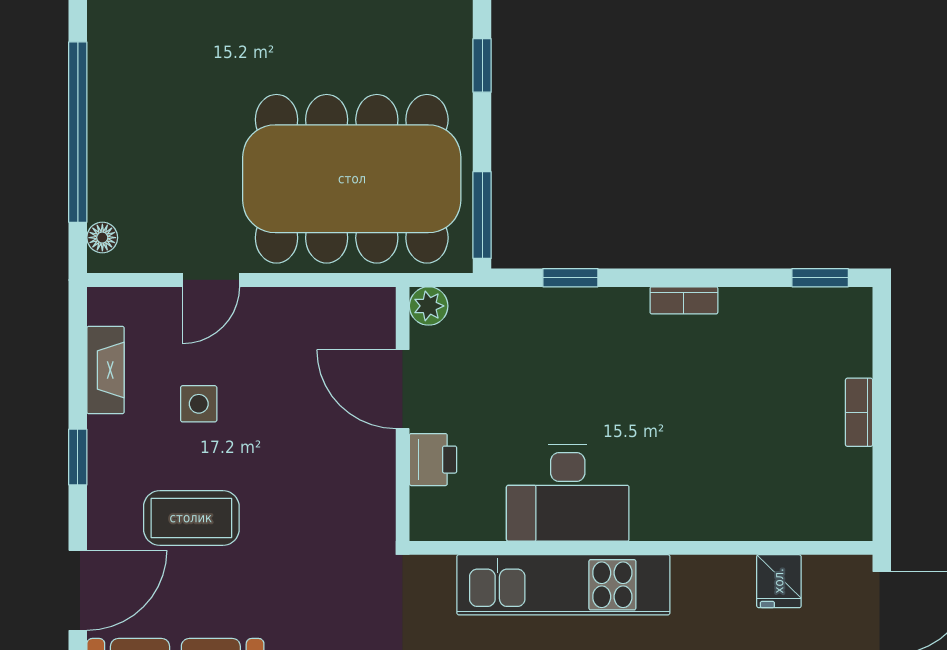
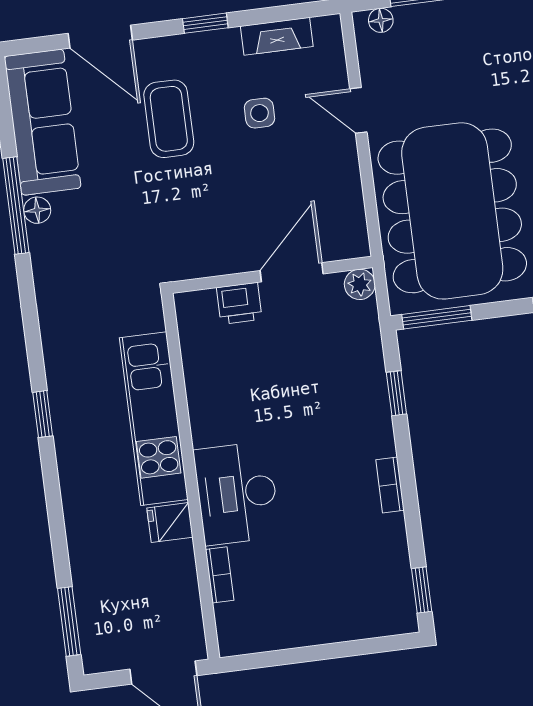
bookcase: (859, 412) -> (220, 575), moved, turned 90
desk: (568, 493) -> (237, 493), moved
fridge: (779, 581) -> (170, 523), moved

